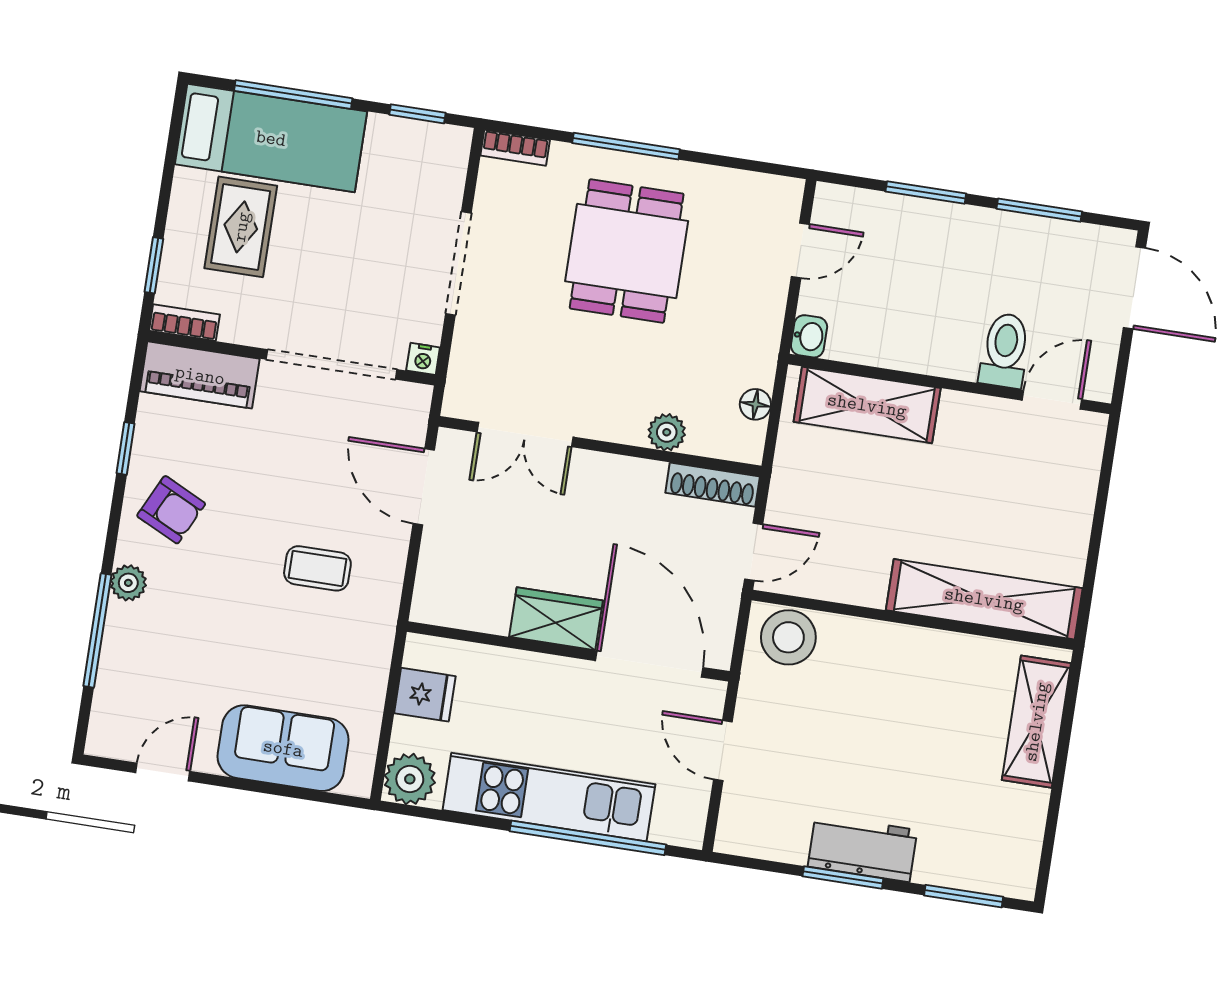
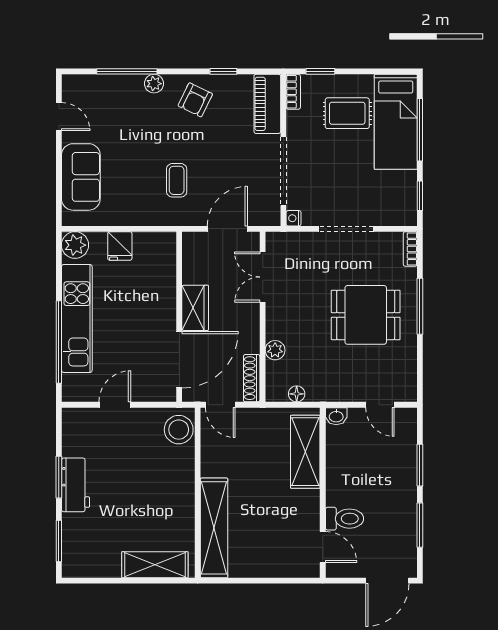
wardrobe: (556, 619) -> (195, 308), moved
wall: (568, 651) -> (179, 317), moved
door: (649, 664) -> (179, 360), moved

